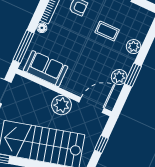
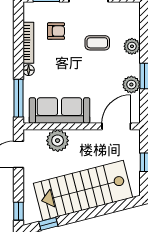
sofa: (46, 69) -> (60, 110), width x1.36
plant: (62, 105) -> (58, 141), moved

